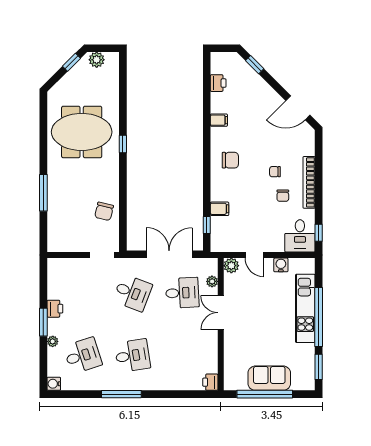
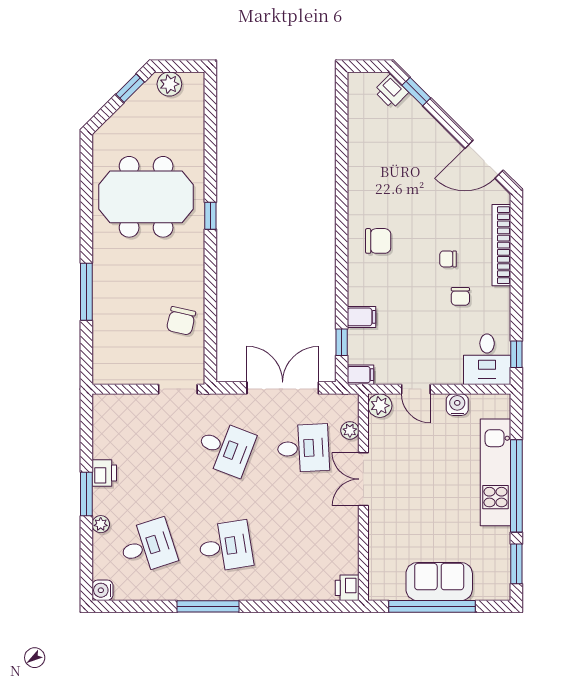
printer: (218, 83) -> (391, 92), moved, turned 135
filing cabinet: (219, 120) -> (360, 375), moved
bookcase: (309, 182) -> (501, 245), moved

